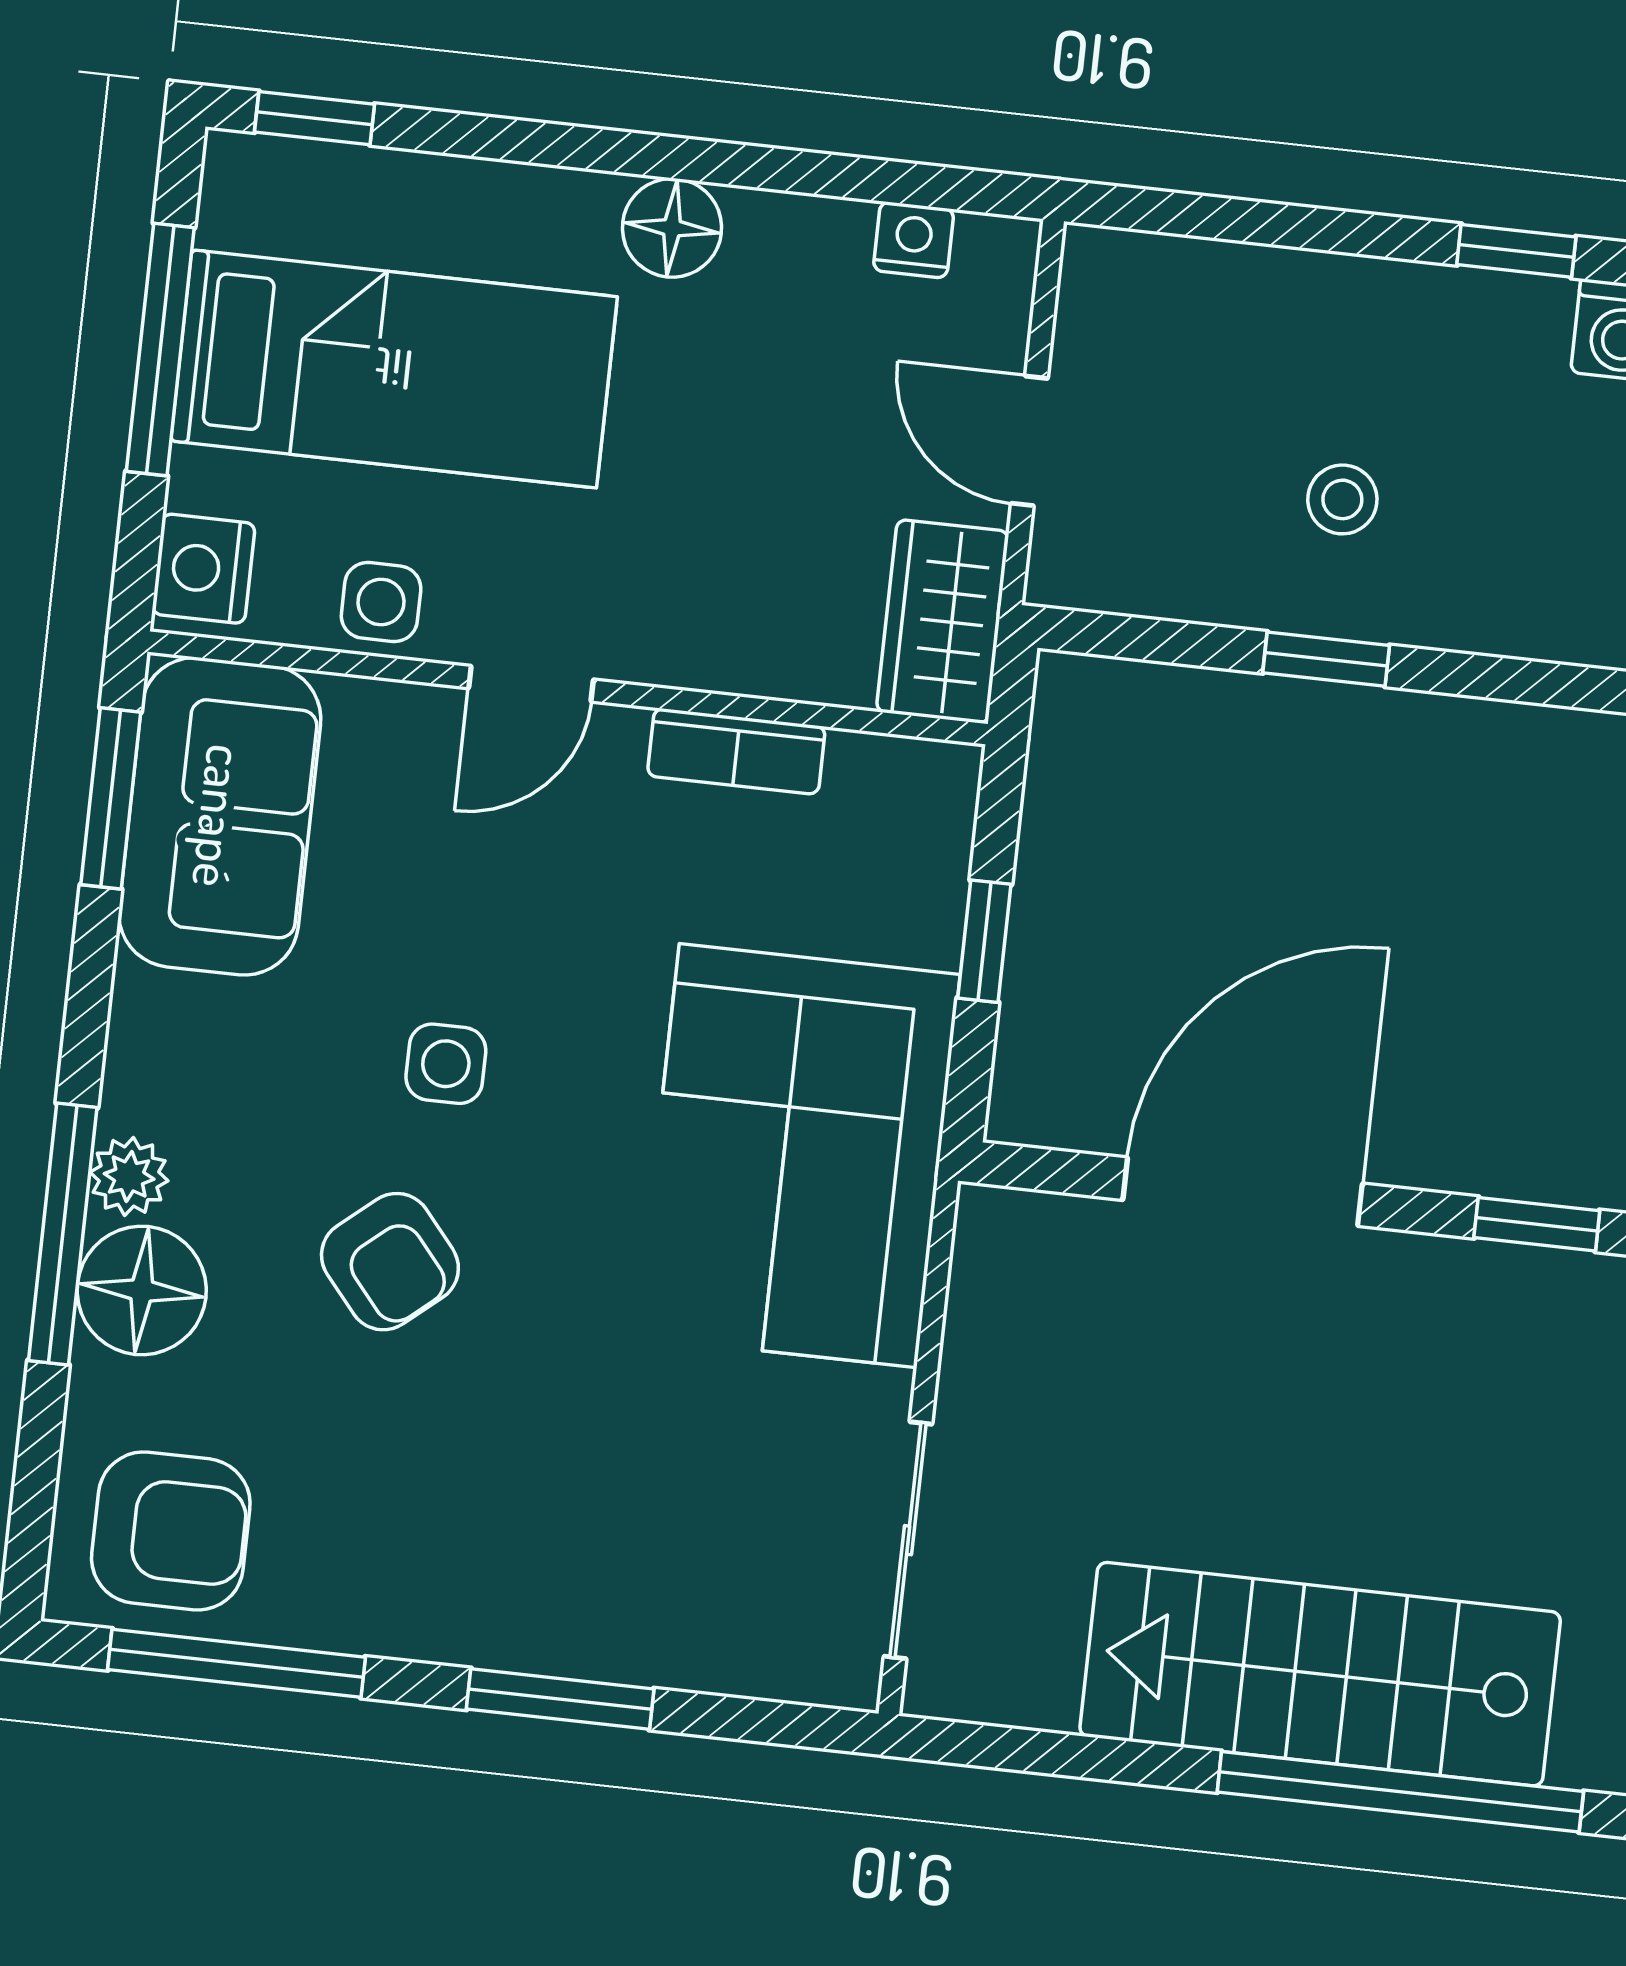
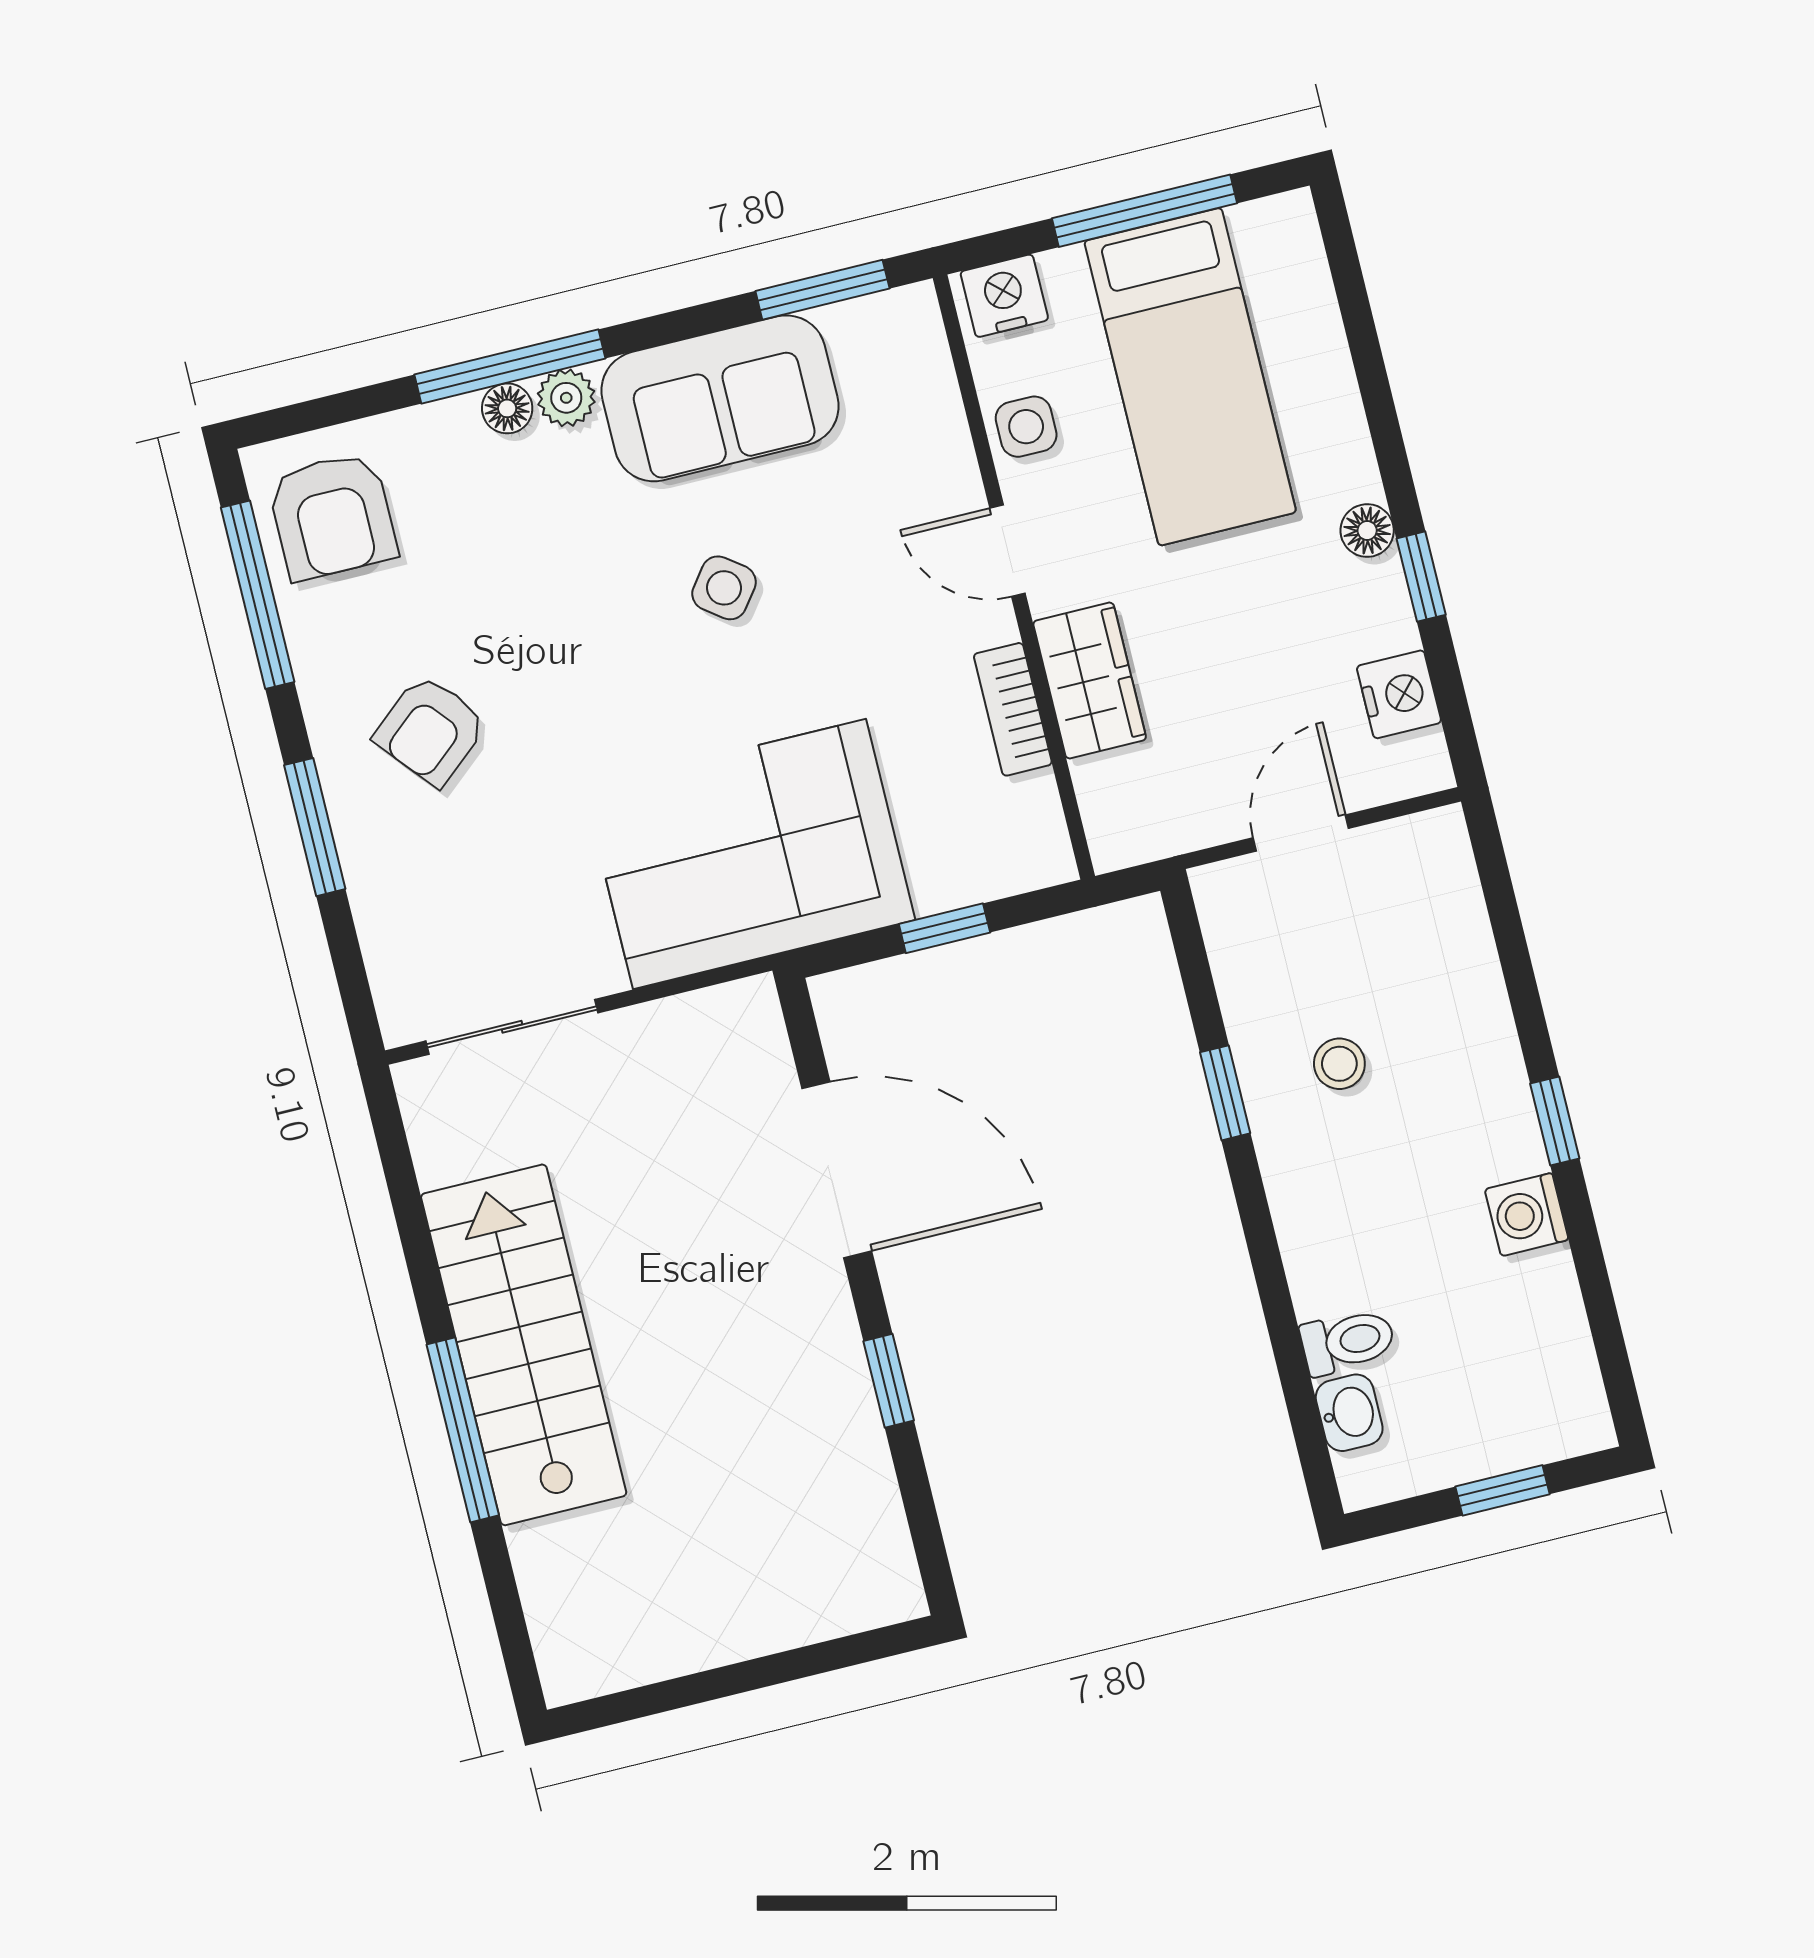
window: (315, 118) -> (1421, 577), moved
floor lamp: (672, 228) -> (1367, 531), width x0.73, depth x0.73
nightstand: (914, 240) -> (1399, 694), width x1.39, depth x1.35
wardrobe: (943, 621) -> (1090, 681), moved, turned 90
sofa: (220, 816) -> (720, 398), moved
side table: (446, 1064) -> (724, 588), turned 37
armchair: (390, 1262) -> (431, 730), moved
floor lamp: (142, 1290) -> (507, 408), width x0.53, depth x0.53
window: (1400, 1792) -> (463, 1430), width x0.68

